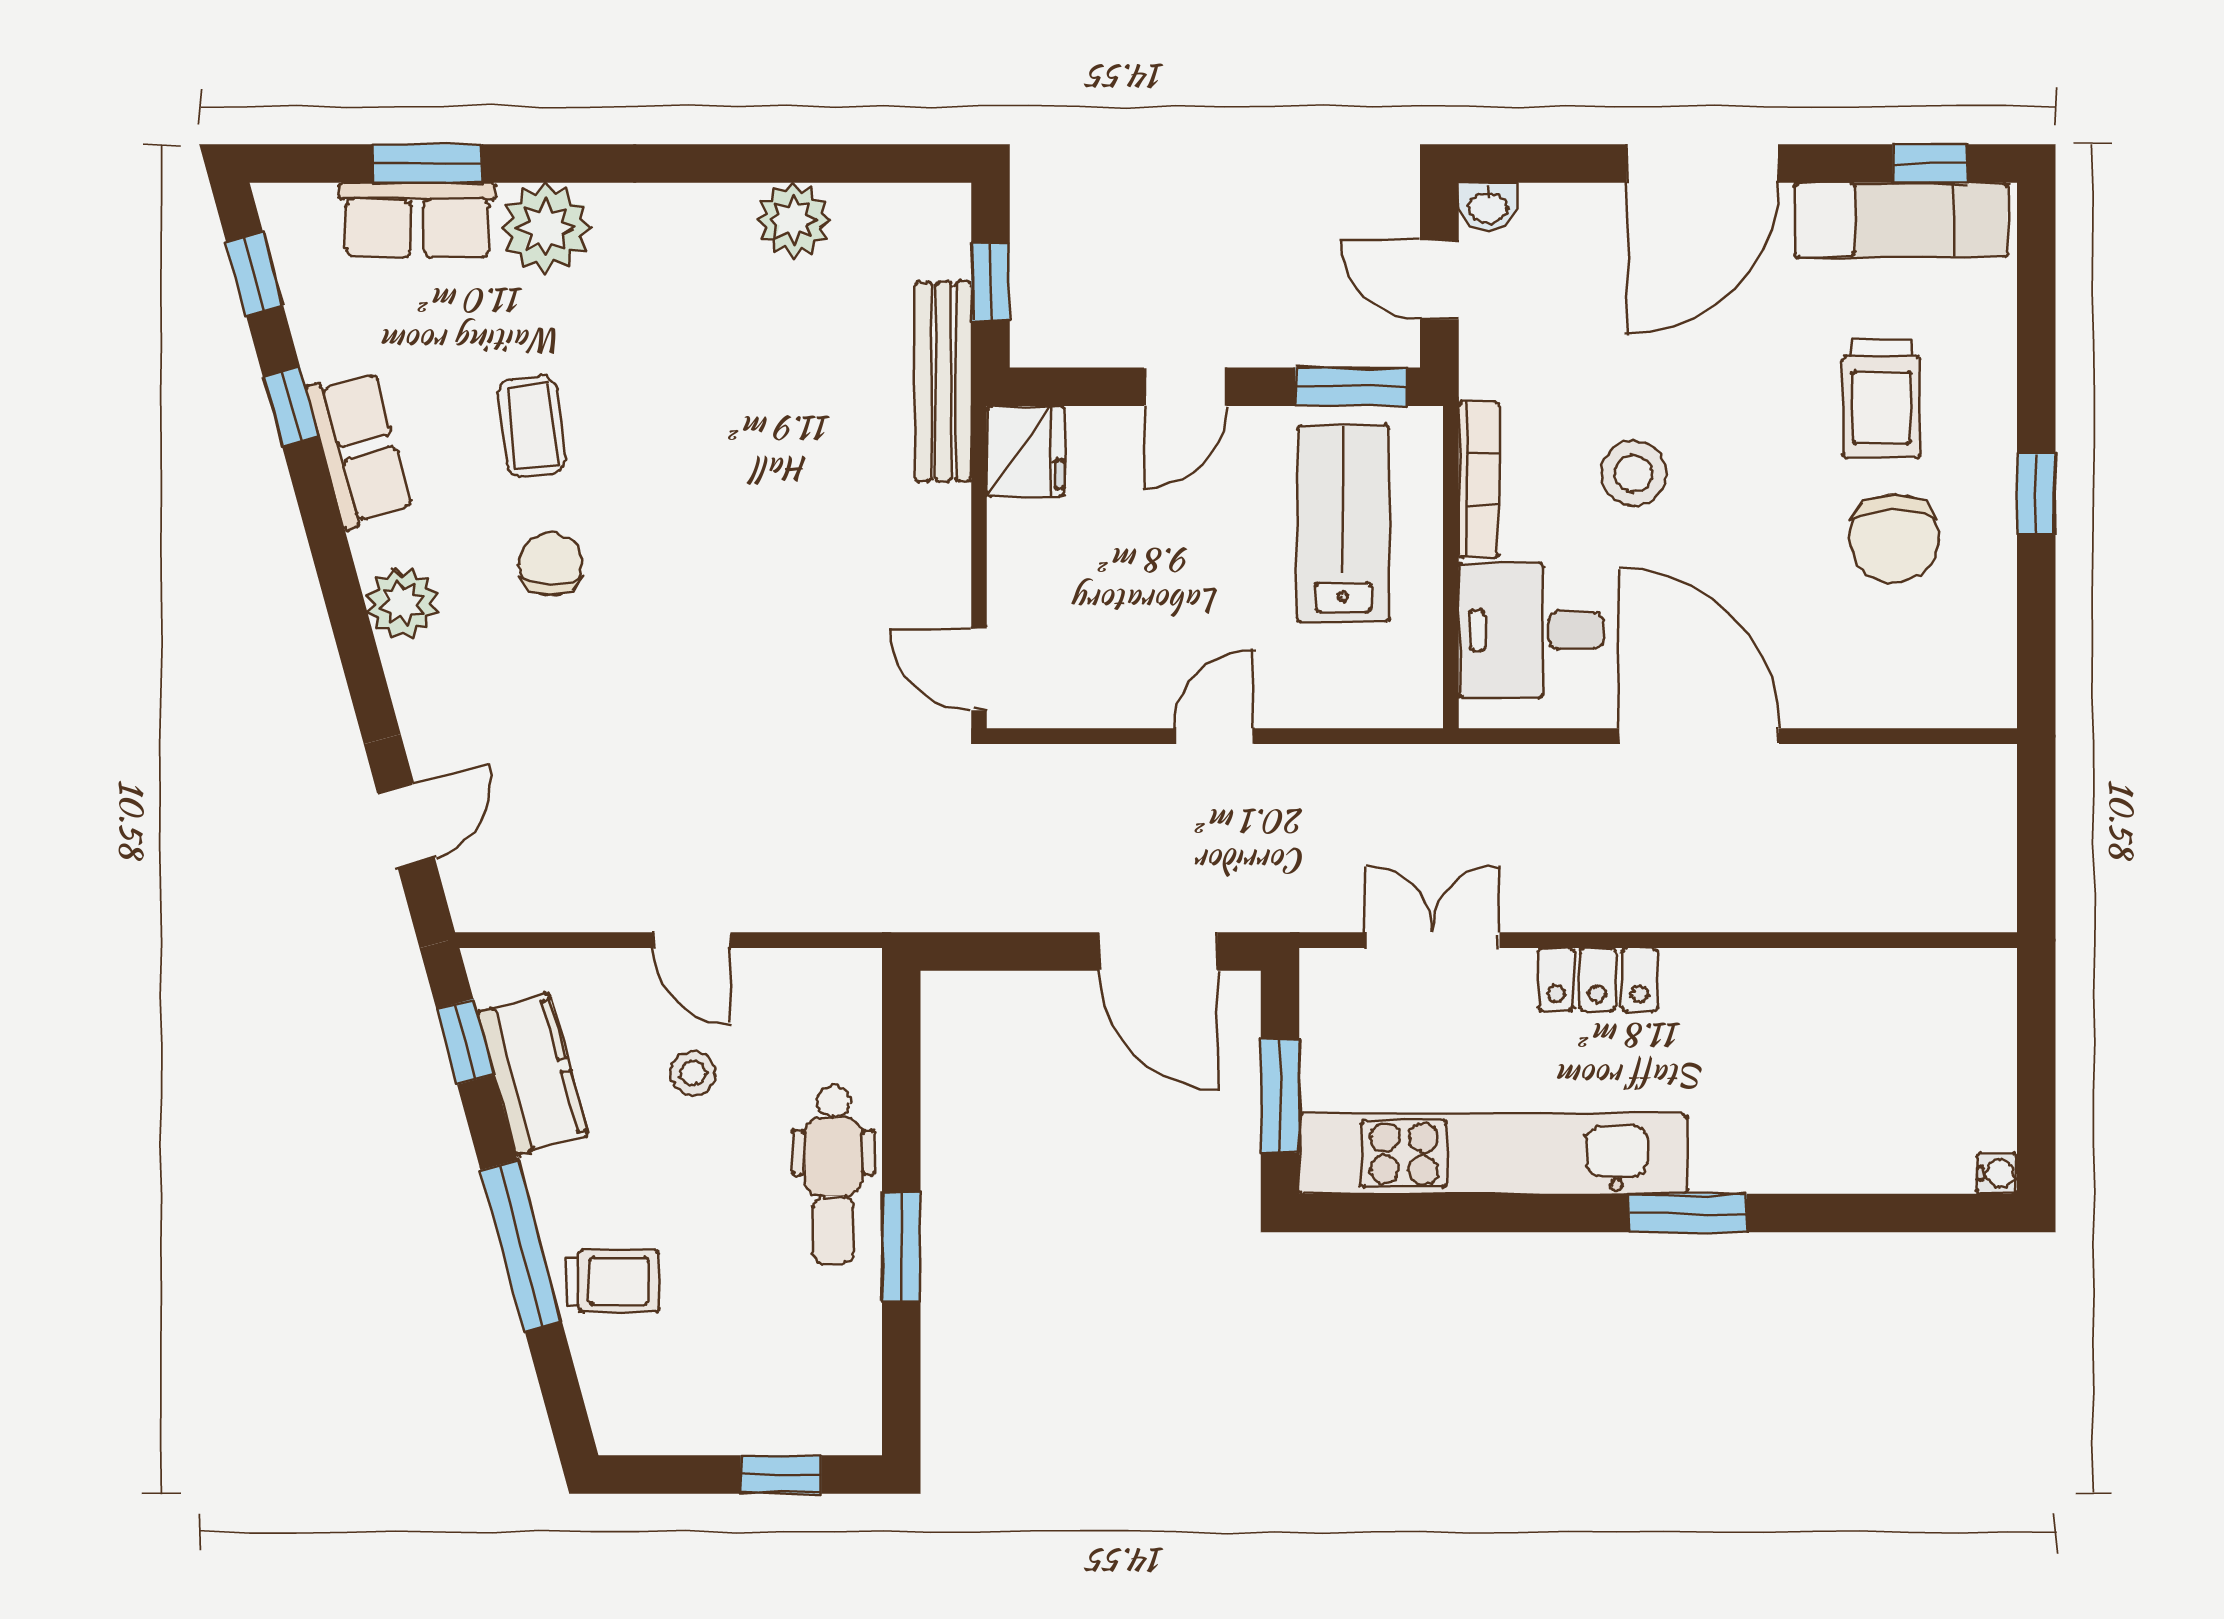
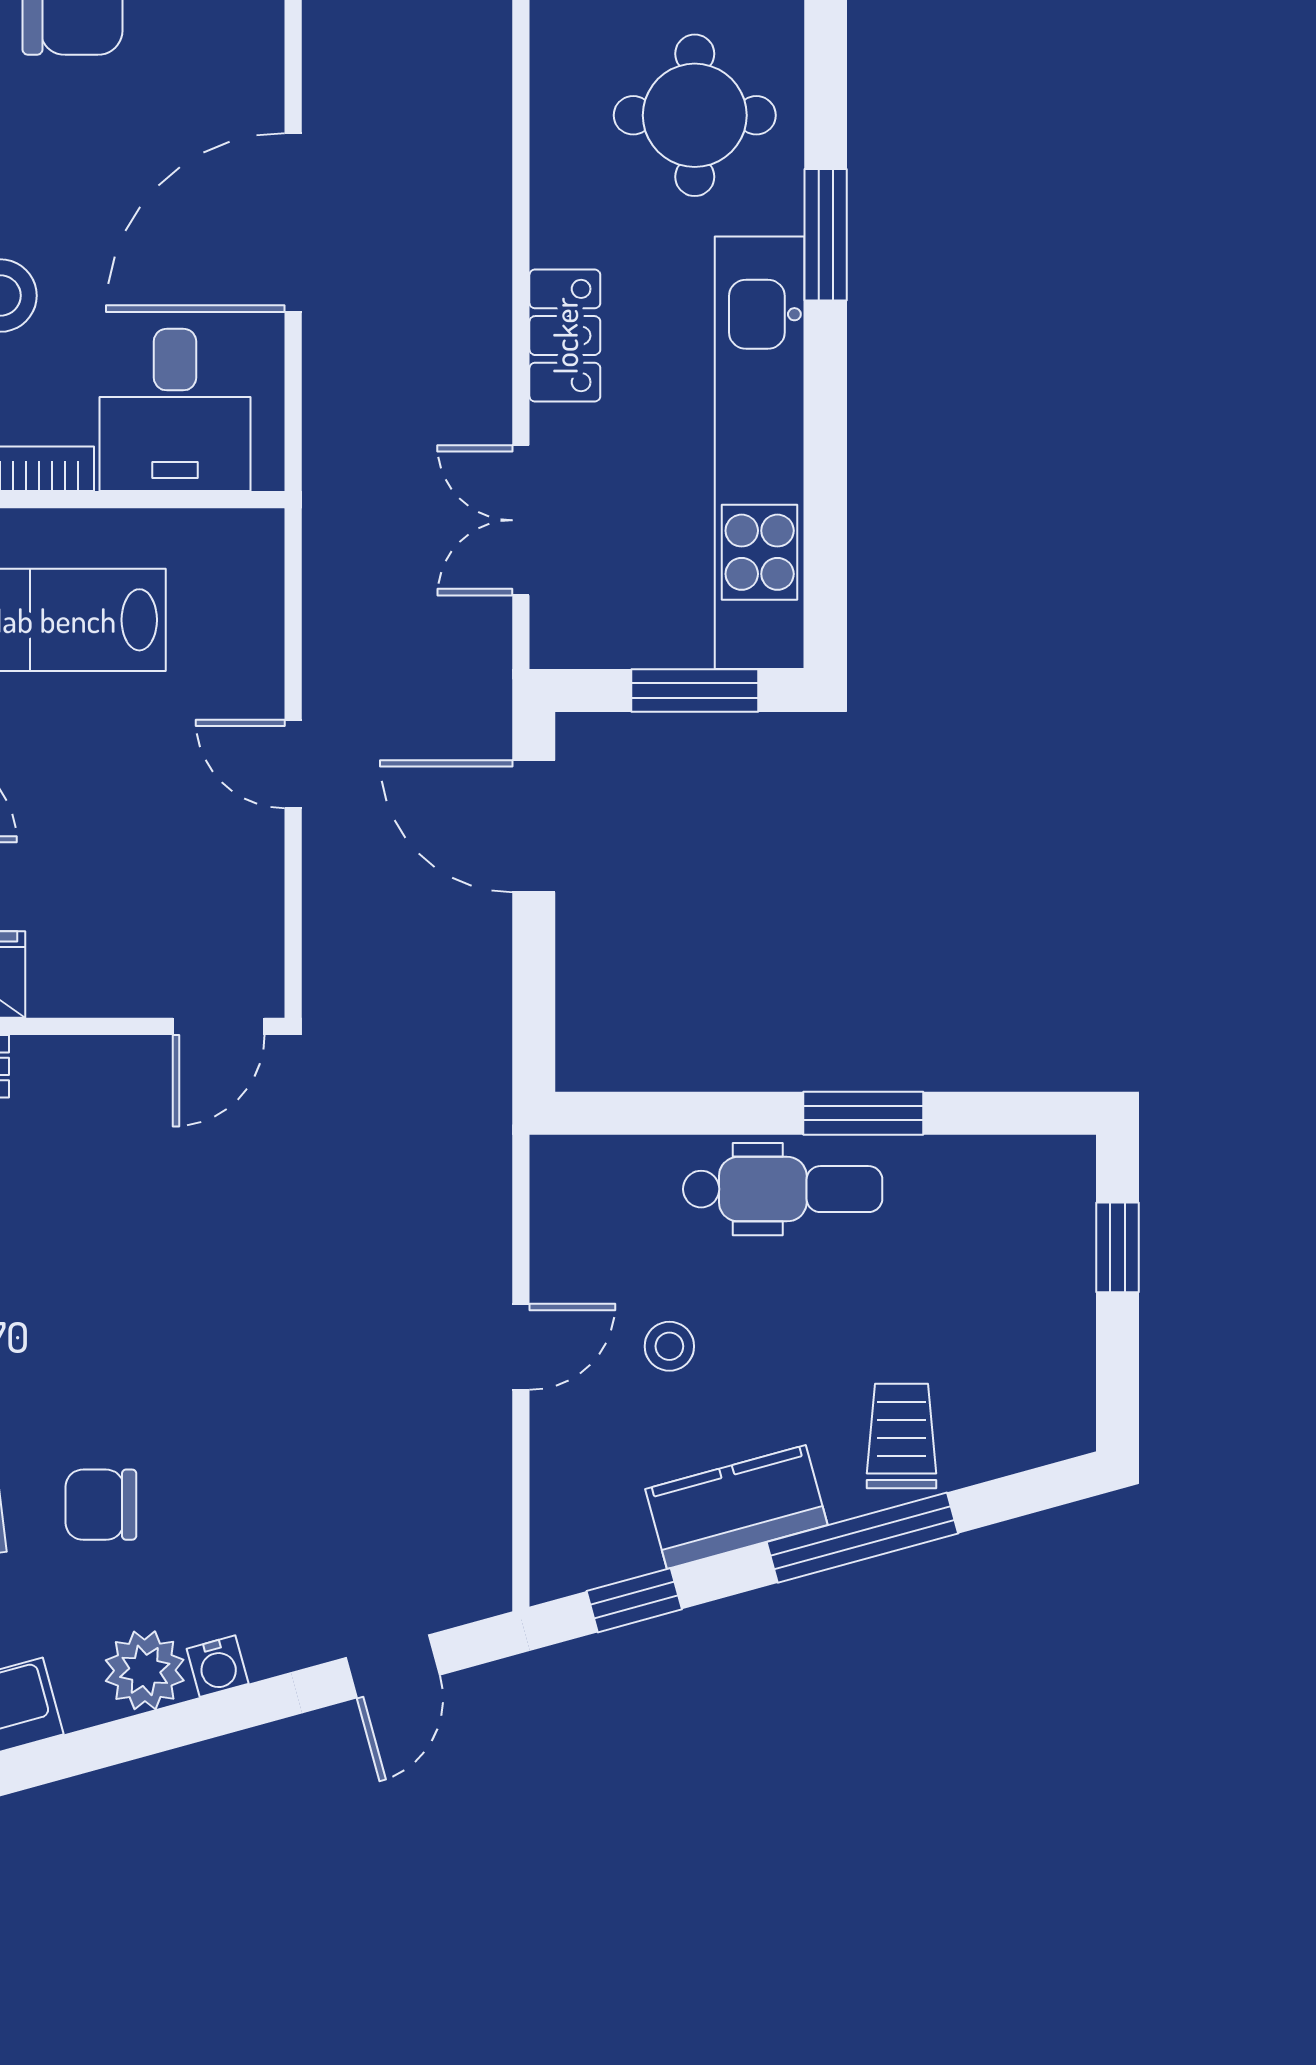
water cooler: (406, 668) -> (218, 1666), added
door: (406, 825) -> (393, 1666), swing flipped
door: (1158, 952) -> (534, 826), swing flipped
kitchen counter: (532, 1074) -> (736, 1507), moved
round table: (1795, 1096) -> (695, 115), added

